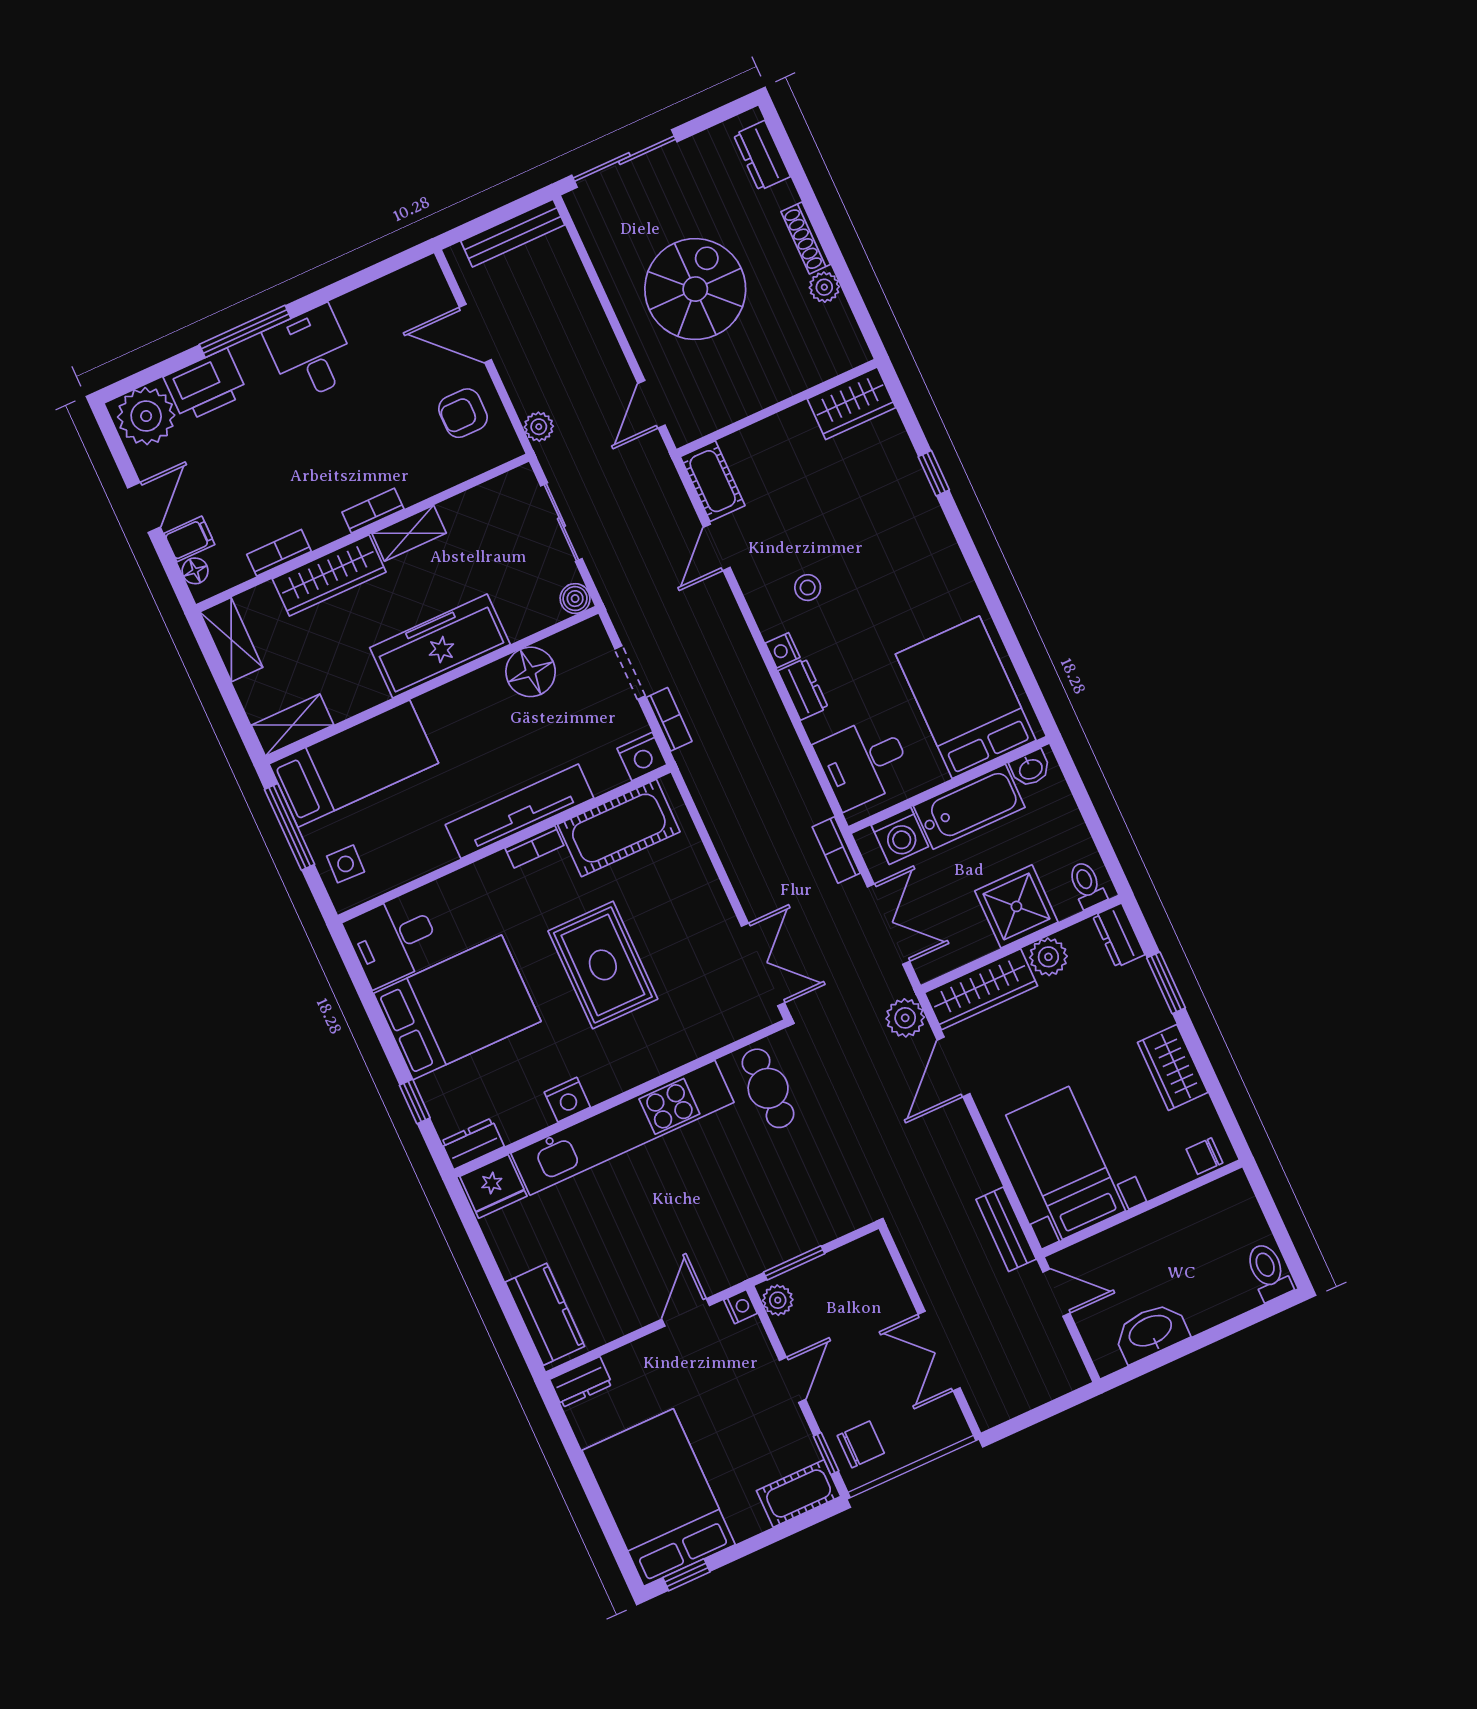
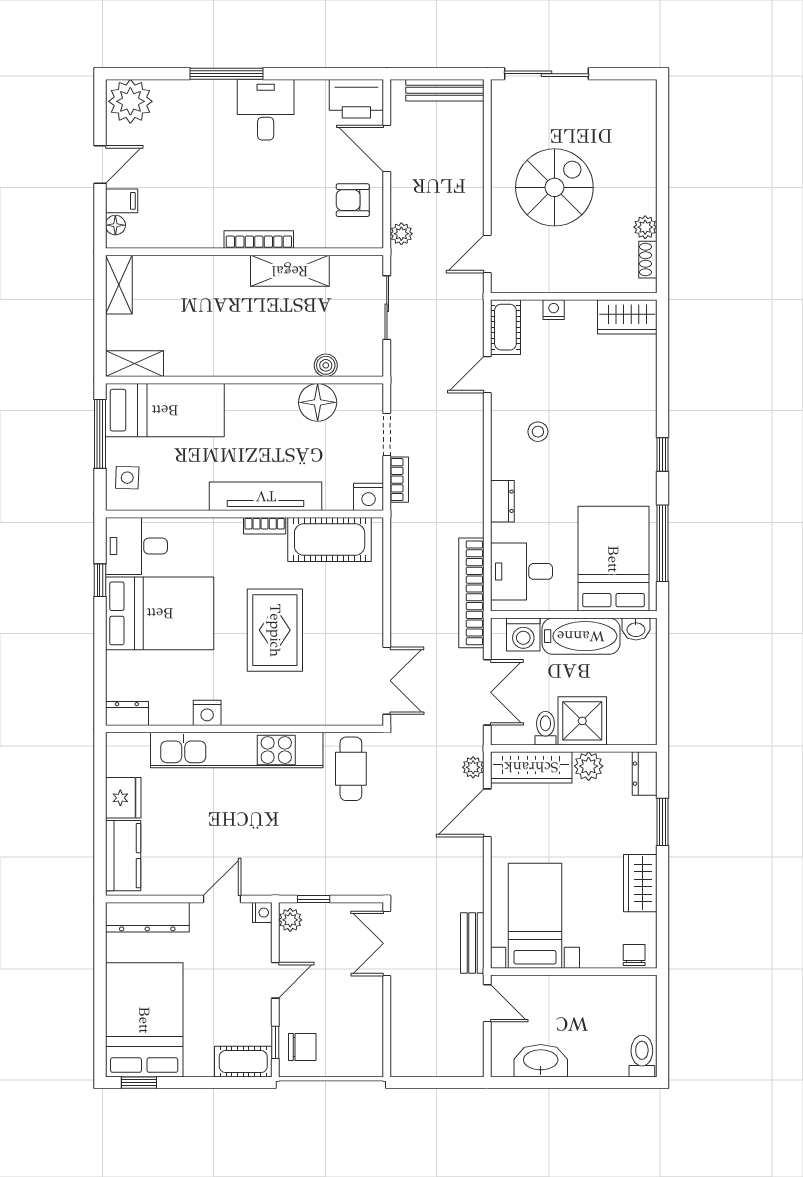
dresser: (762, 156) -> (643, 115), removed
shoe rack: (806, 238) -> (648, 260), moved, width x0.70
printer: (206, 385) -> (356, 99), moved
window: (934, 473) -> (662, 455), moved
bookcase: (373, 511) -> (259, 240), width x1.56
shelving: (409, 533) -> (290, 271), width x1.50, depth x1.33
bookcase: (279, 553) -> (180, 239), removed
wardrobe: (329, 575) -> (208, 271), removed
boiler: (575, 599) -> (326, 365), moved
freezer: (440, 646) -> (262, 355), removed
nightstand: (783, 650) -> (554, 310), moved, turned 90
window: (1016, 653) -> (662, 543), added
bookcase: (836, 850) -> (471, 593), width x2.31, depth x1.31
toilet: (1087, 885) -> (545, 728), moved
plant: (905, 1018) -> (473, 767), width x0.73, depth x0.73
window: (415, 1101) -> (100, 580), moved
chair: (1204, 1156) -> (634, 955), turned 90
fridge: (493, 1186) -> (123, 798), moved, turned -90
window: (794, 1263) -> (314, 899), width x0.67
double door: (939, 1351) -> (387, 943), moved
dresser: (581, 1382) -> (147, 917), width x1.96, depth x1.24

